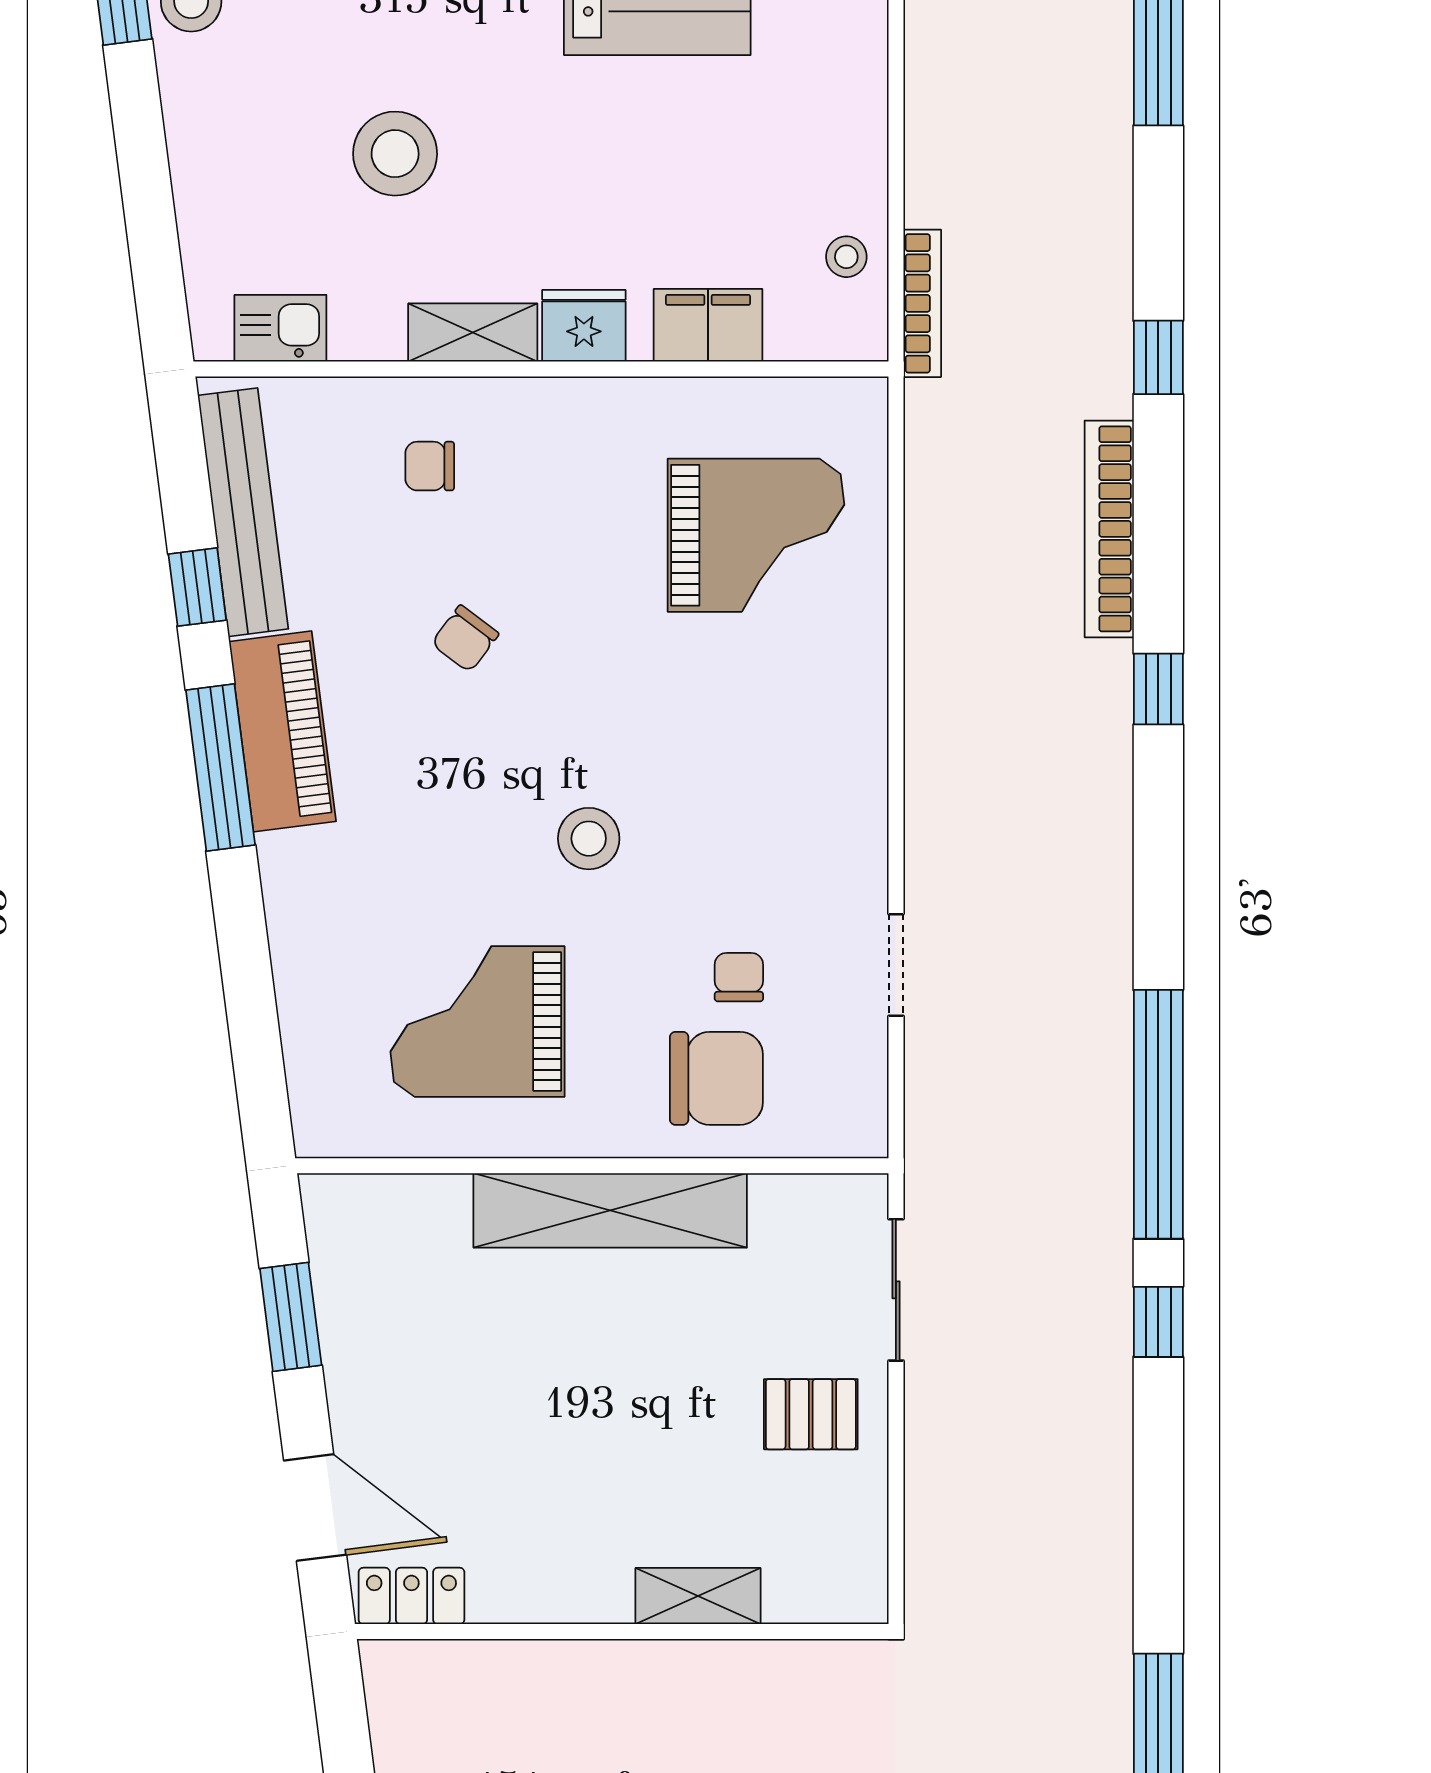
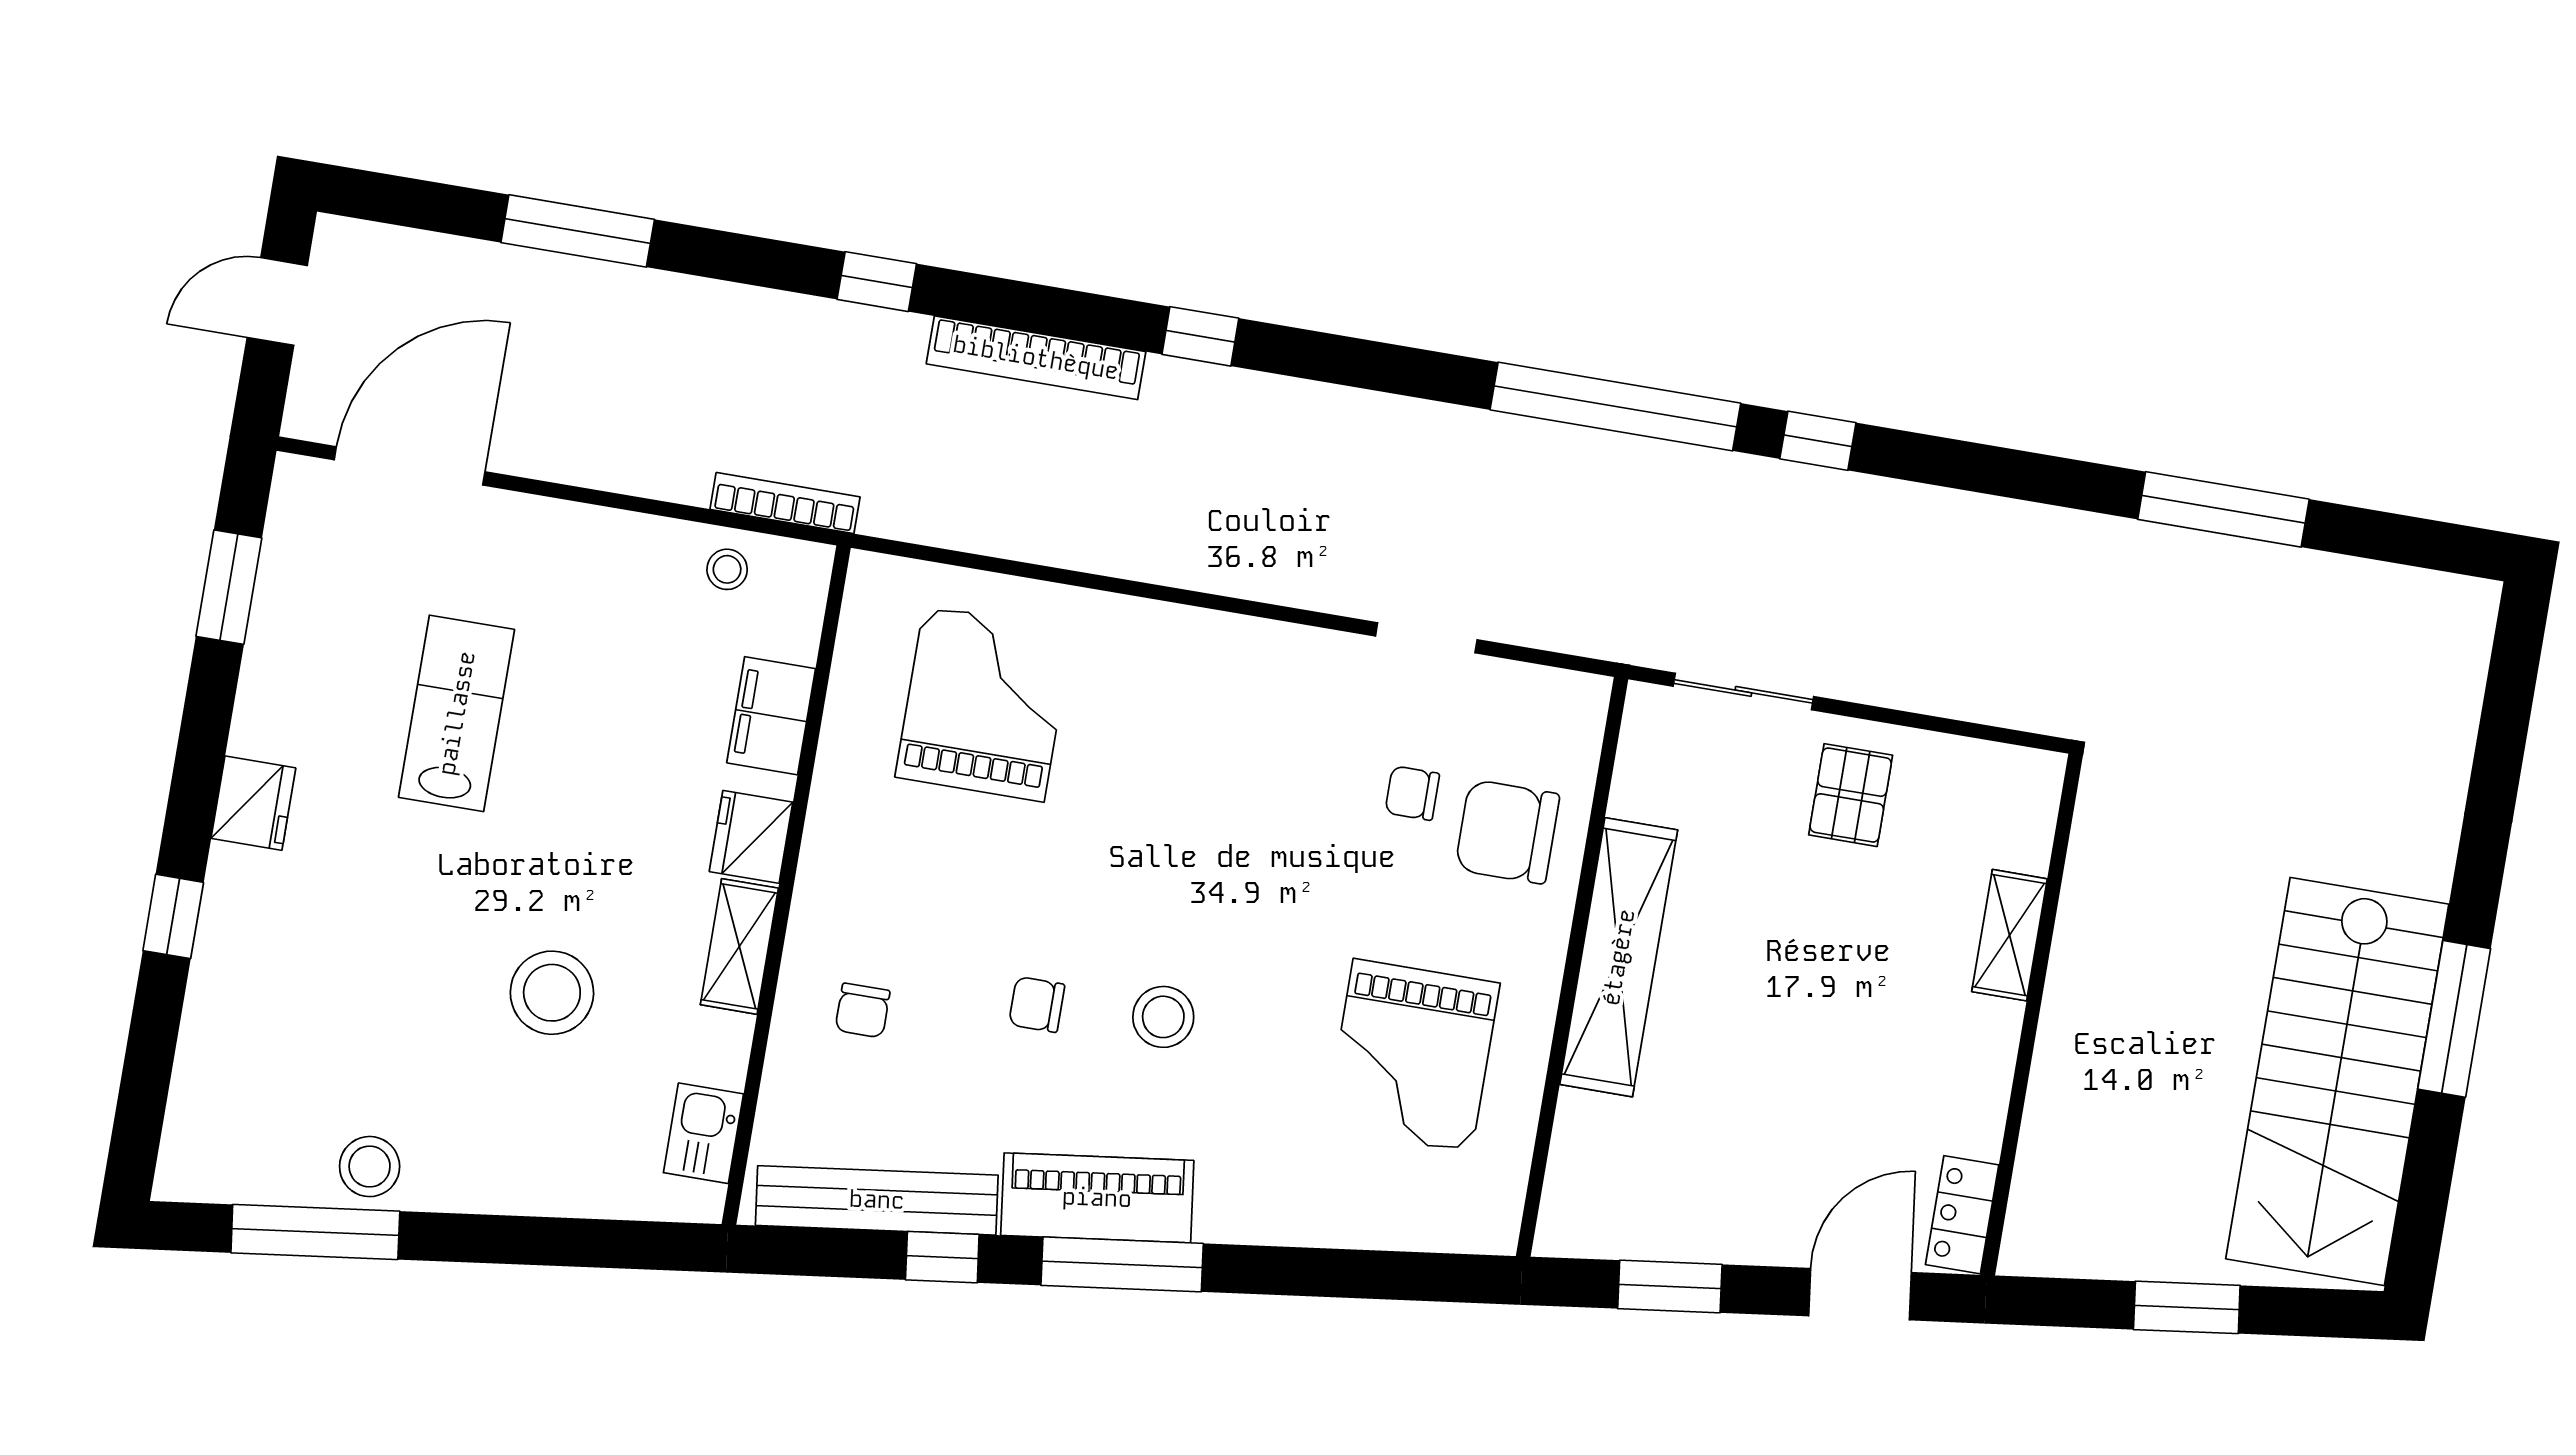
chair: (465, 639) -> (1037, 1004), turned 143
stool: (589, 839) -> (1163, 1017), moved
chair: (716, 1078) -> (1507, 832), turned -90

